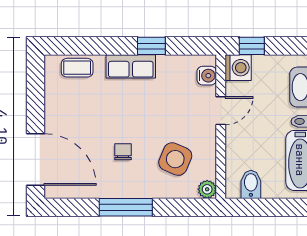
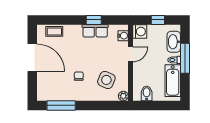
window: (252, 46) -> (158, 20), moved
row of seats: (131, 66) -> (95, 31), moved
door: (35, 159) -> (32, 58), moved
window: (126, 207) -> (61, 105), moved

